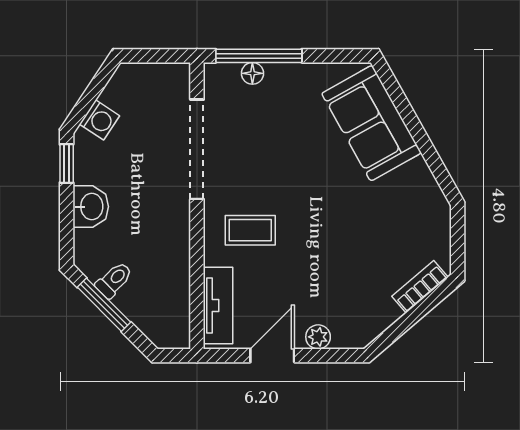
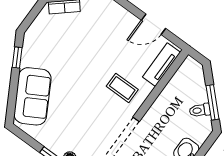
window: (435, 163) -> (17, 57), added
plant: (318, 337) -> (127, 18), removed

